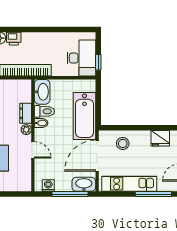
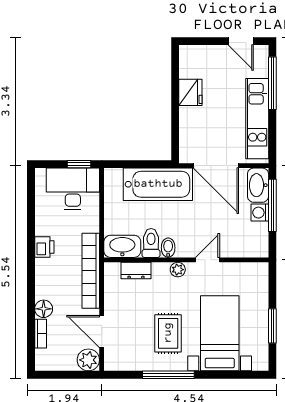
printer: (14, 39) -> (44, 247), moved
dresser: (26, 113) -> (136, 271), moved
fridge: (160, 138) -> (190, 92), moved
stool: (123, 143) -> (198, 128), removed
washing machine: (48, 186) -> (260, 213), moved

